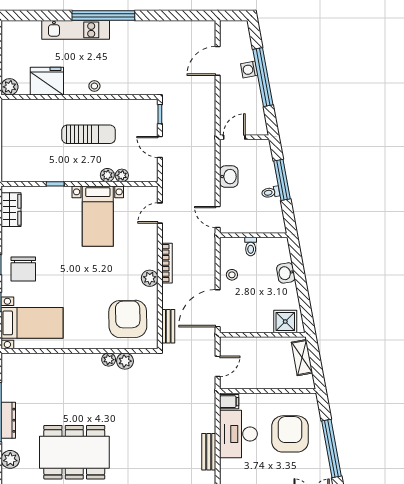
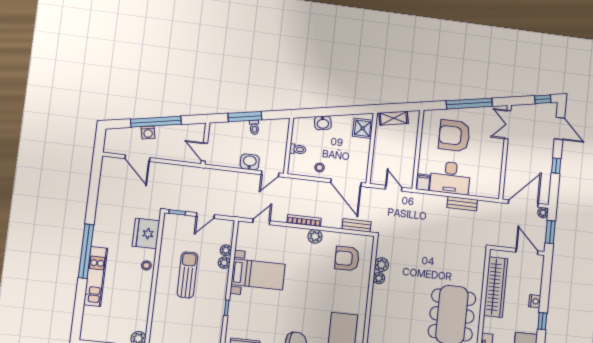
fridge: (47, 81) -> (146, 233), moved
washbasin: (229, 177) -> (250, 162), moved
door: (160, 213) -> (261, 222), swing flipped
armchair: (128, 319) -> (347, 258), width x0.73, depth x0.73

